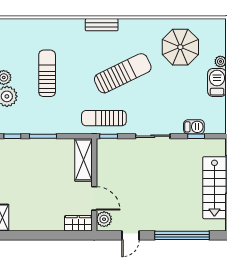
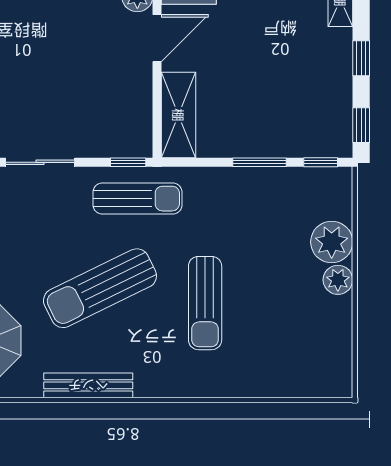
bench: (102, 25) -> (88, 385), moved, width x1.36
sun lounger: (47, 73) -> (205, 303), moved
door: (94, 198) -> (157, 38), swing flipped

